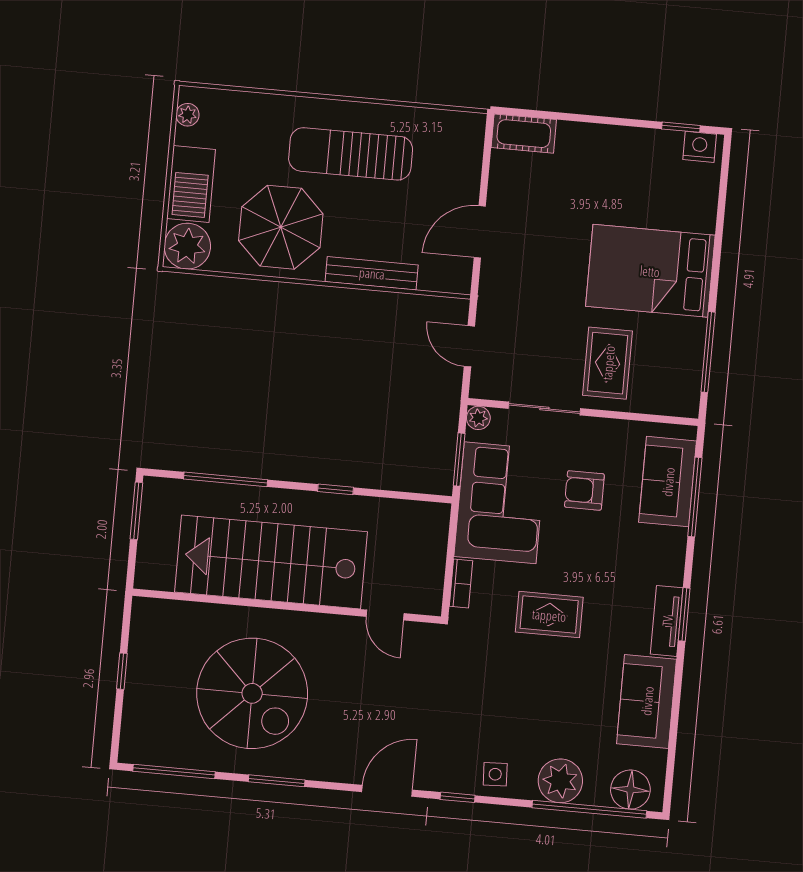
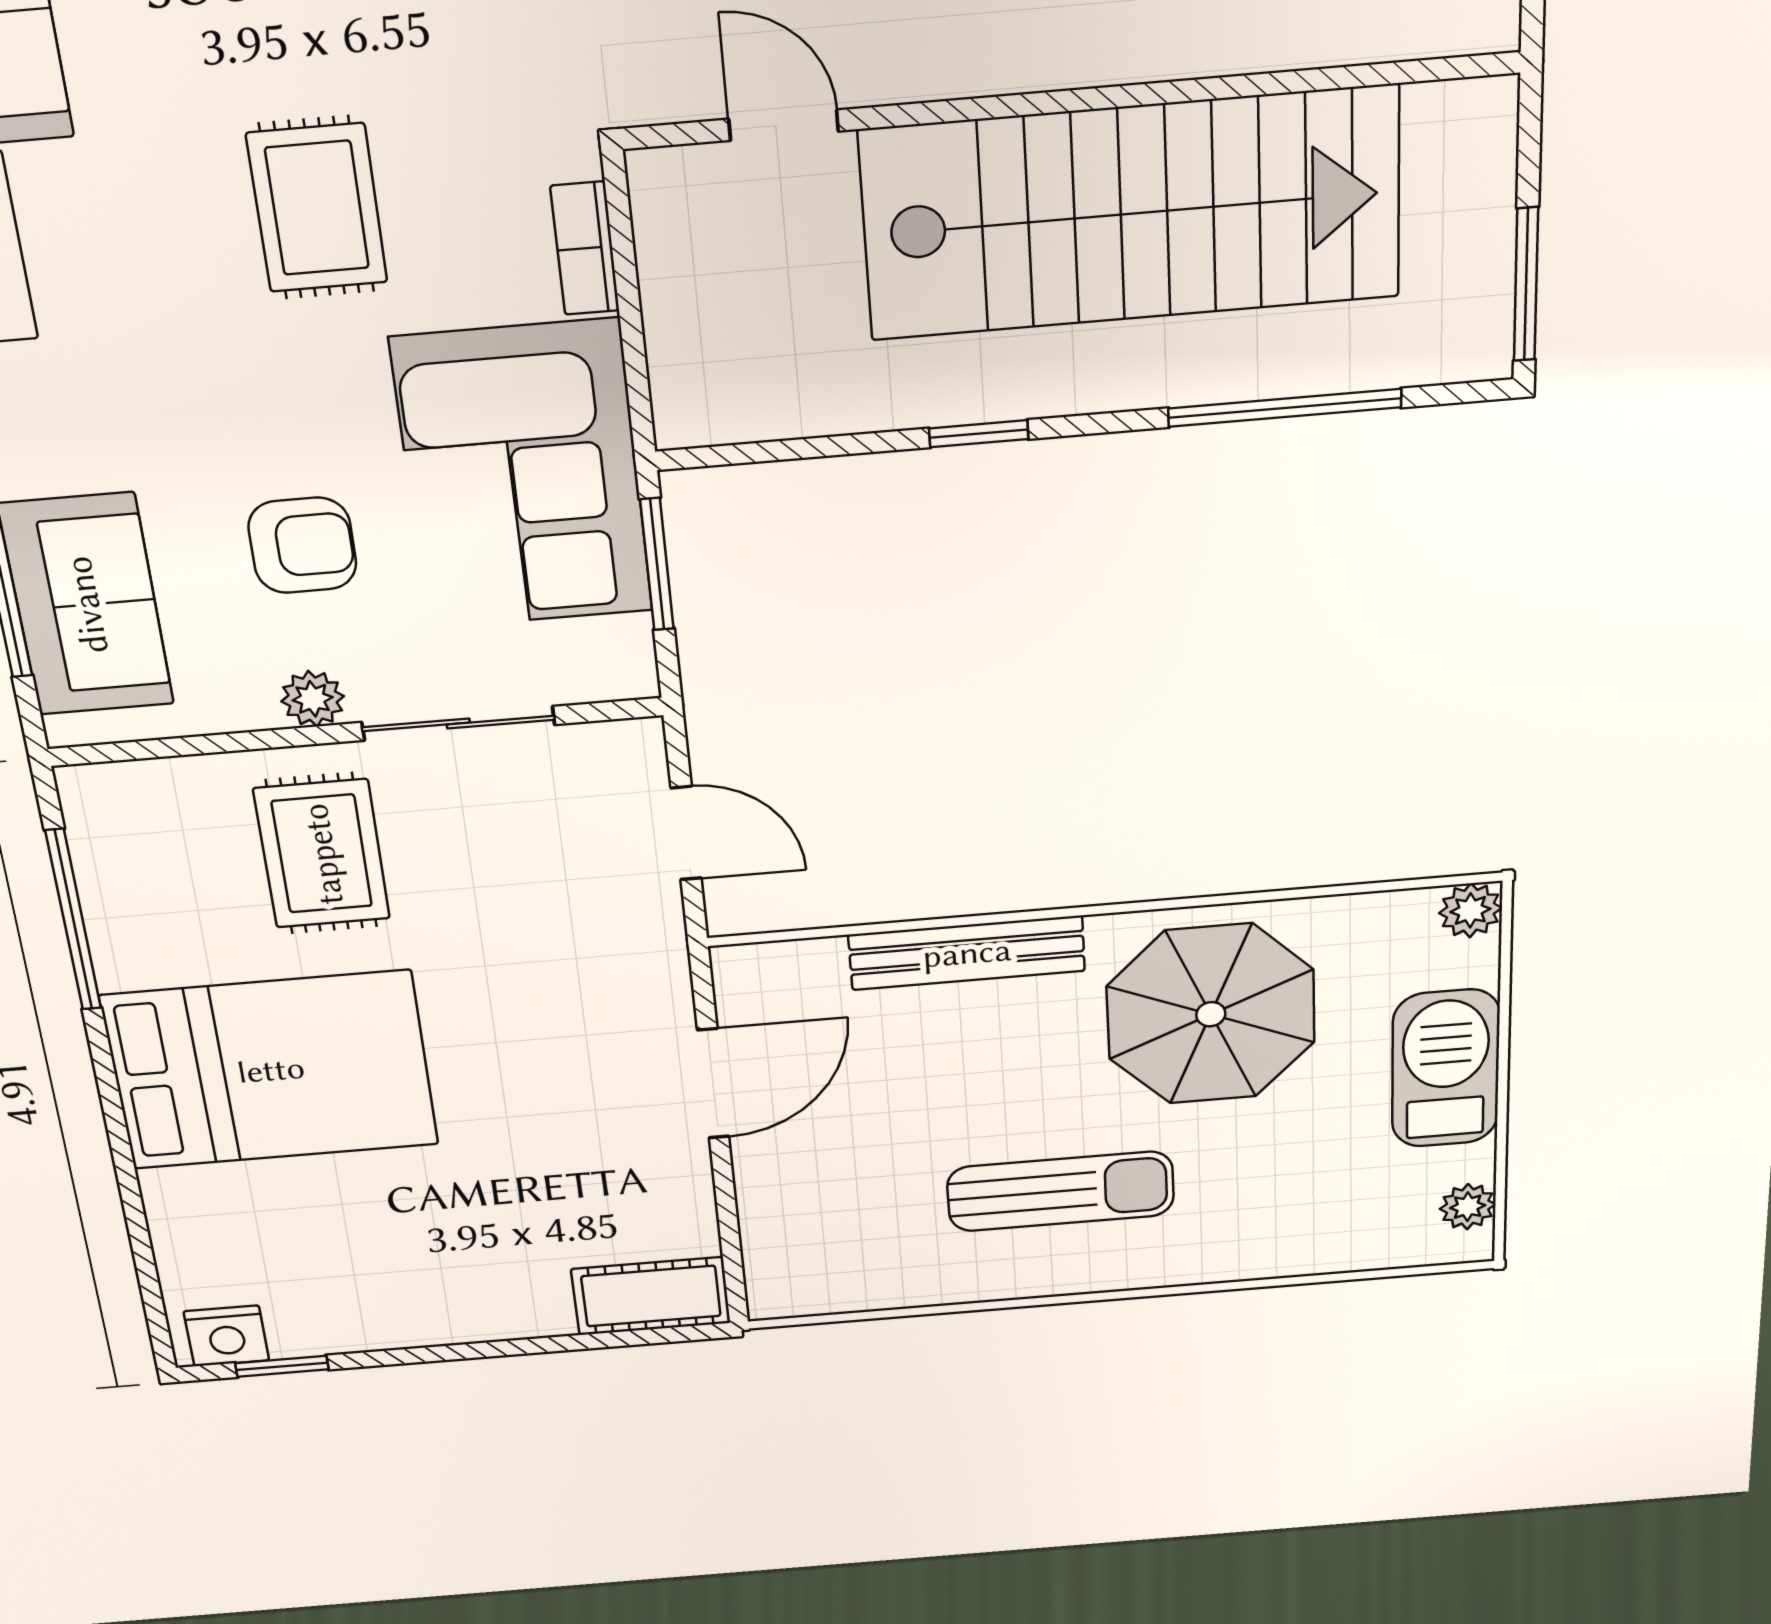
sun lounger: (351, 154) -> (1061, 1191), width x0.73, depth x0.75
plant: (187, 246) -> (1470, 910), width x0.53, depth x0.53
plant: (478, 418) -> (313, 699), moved
rug: (549, 615) -> (317, 208), turned 90

